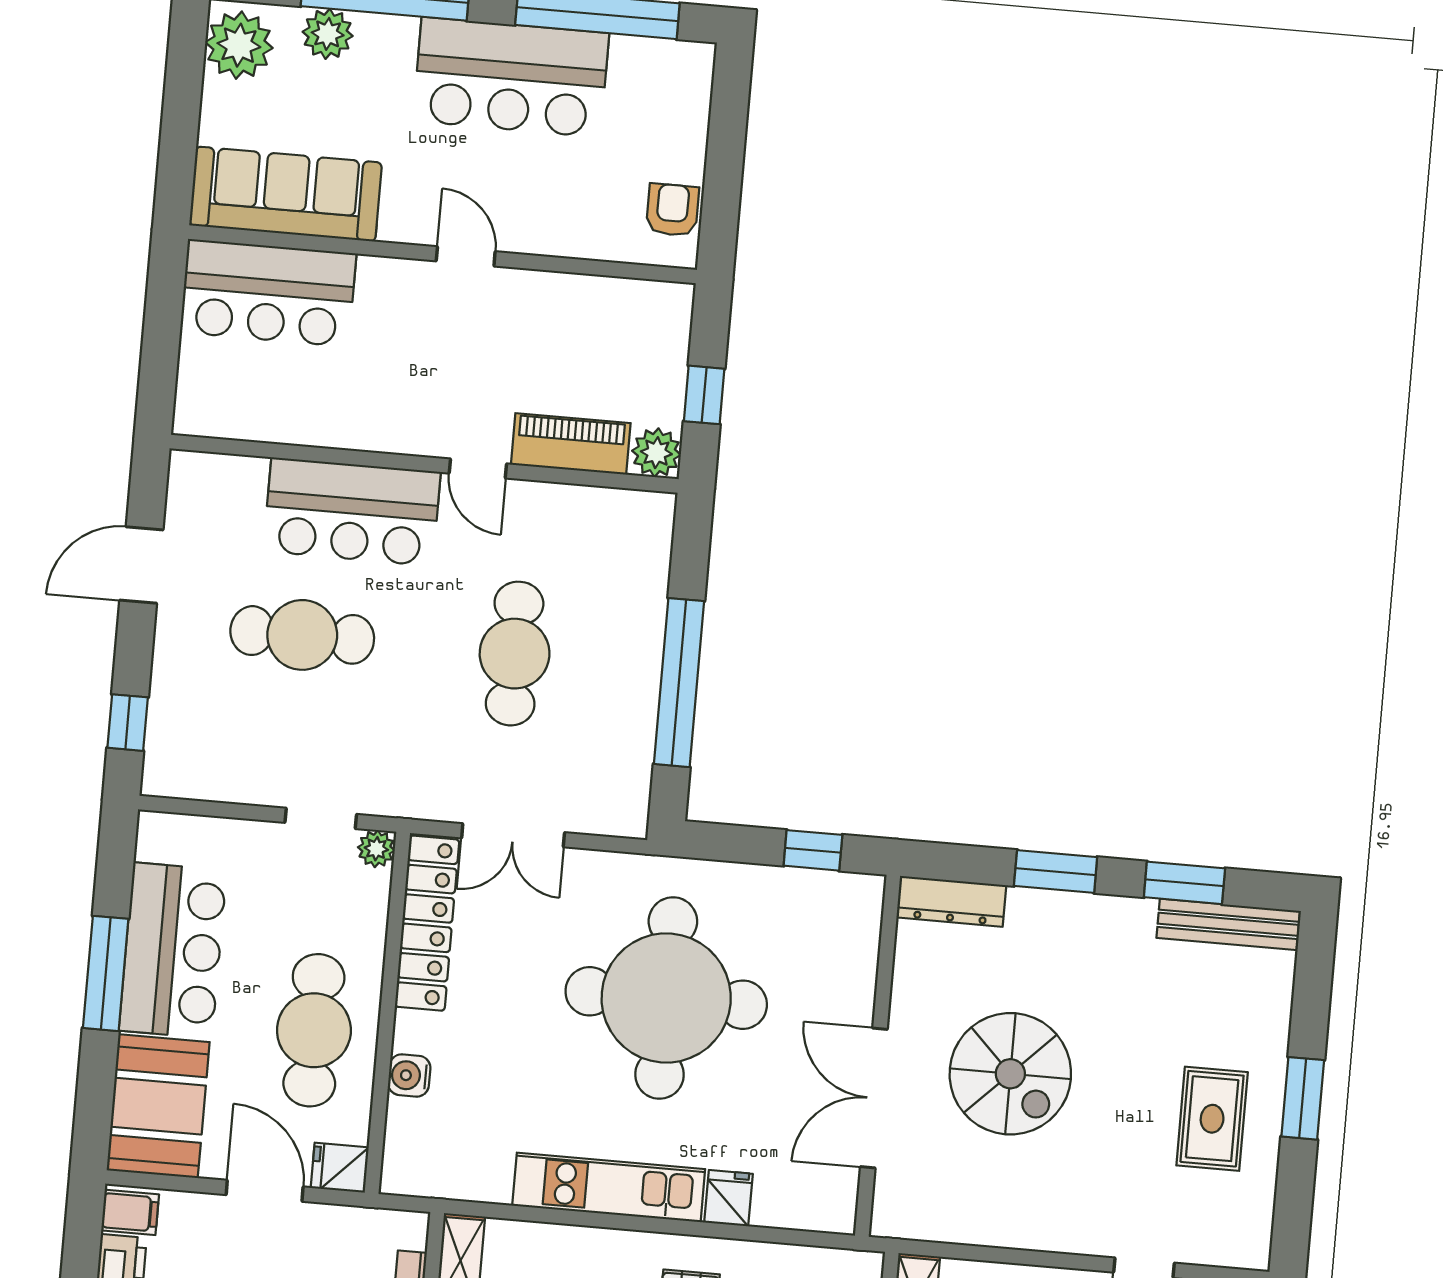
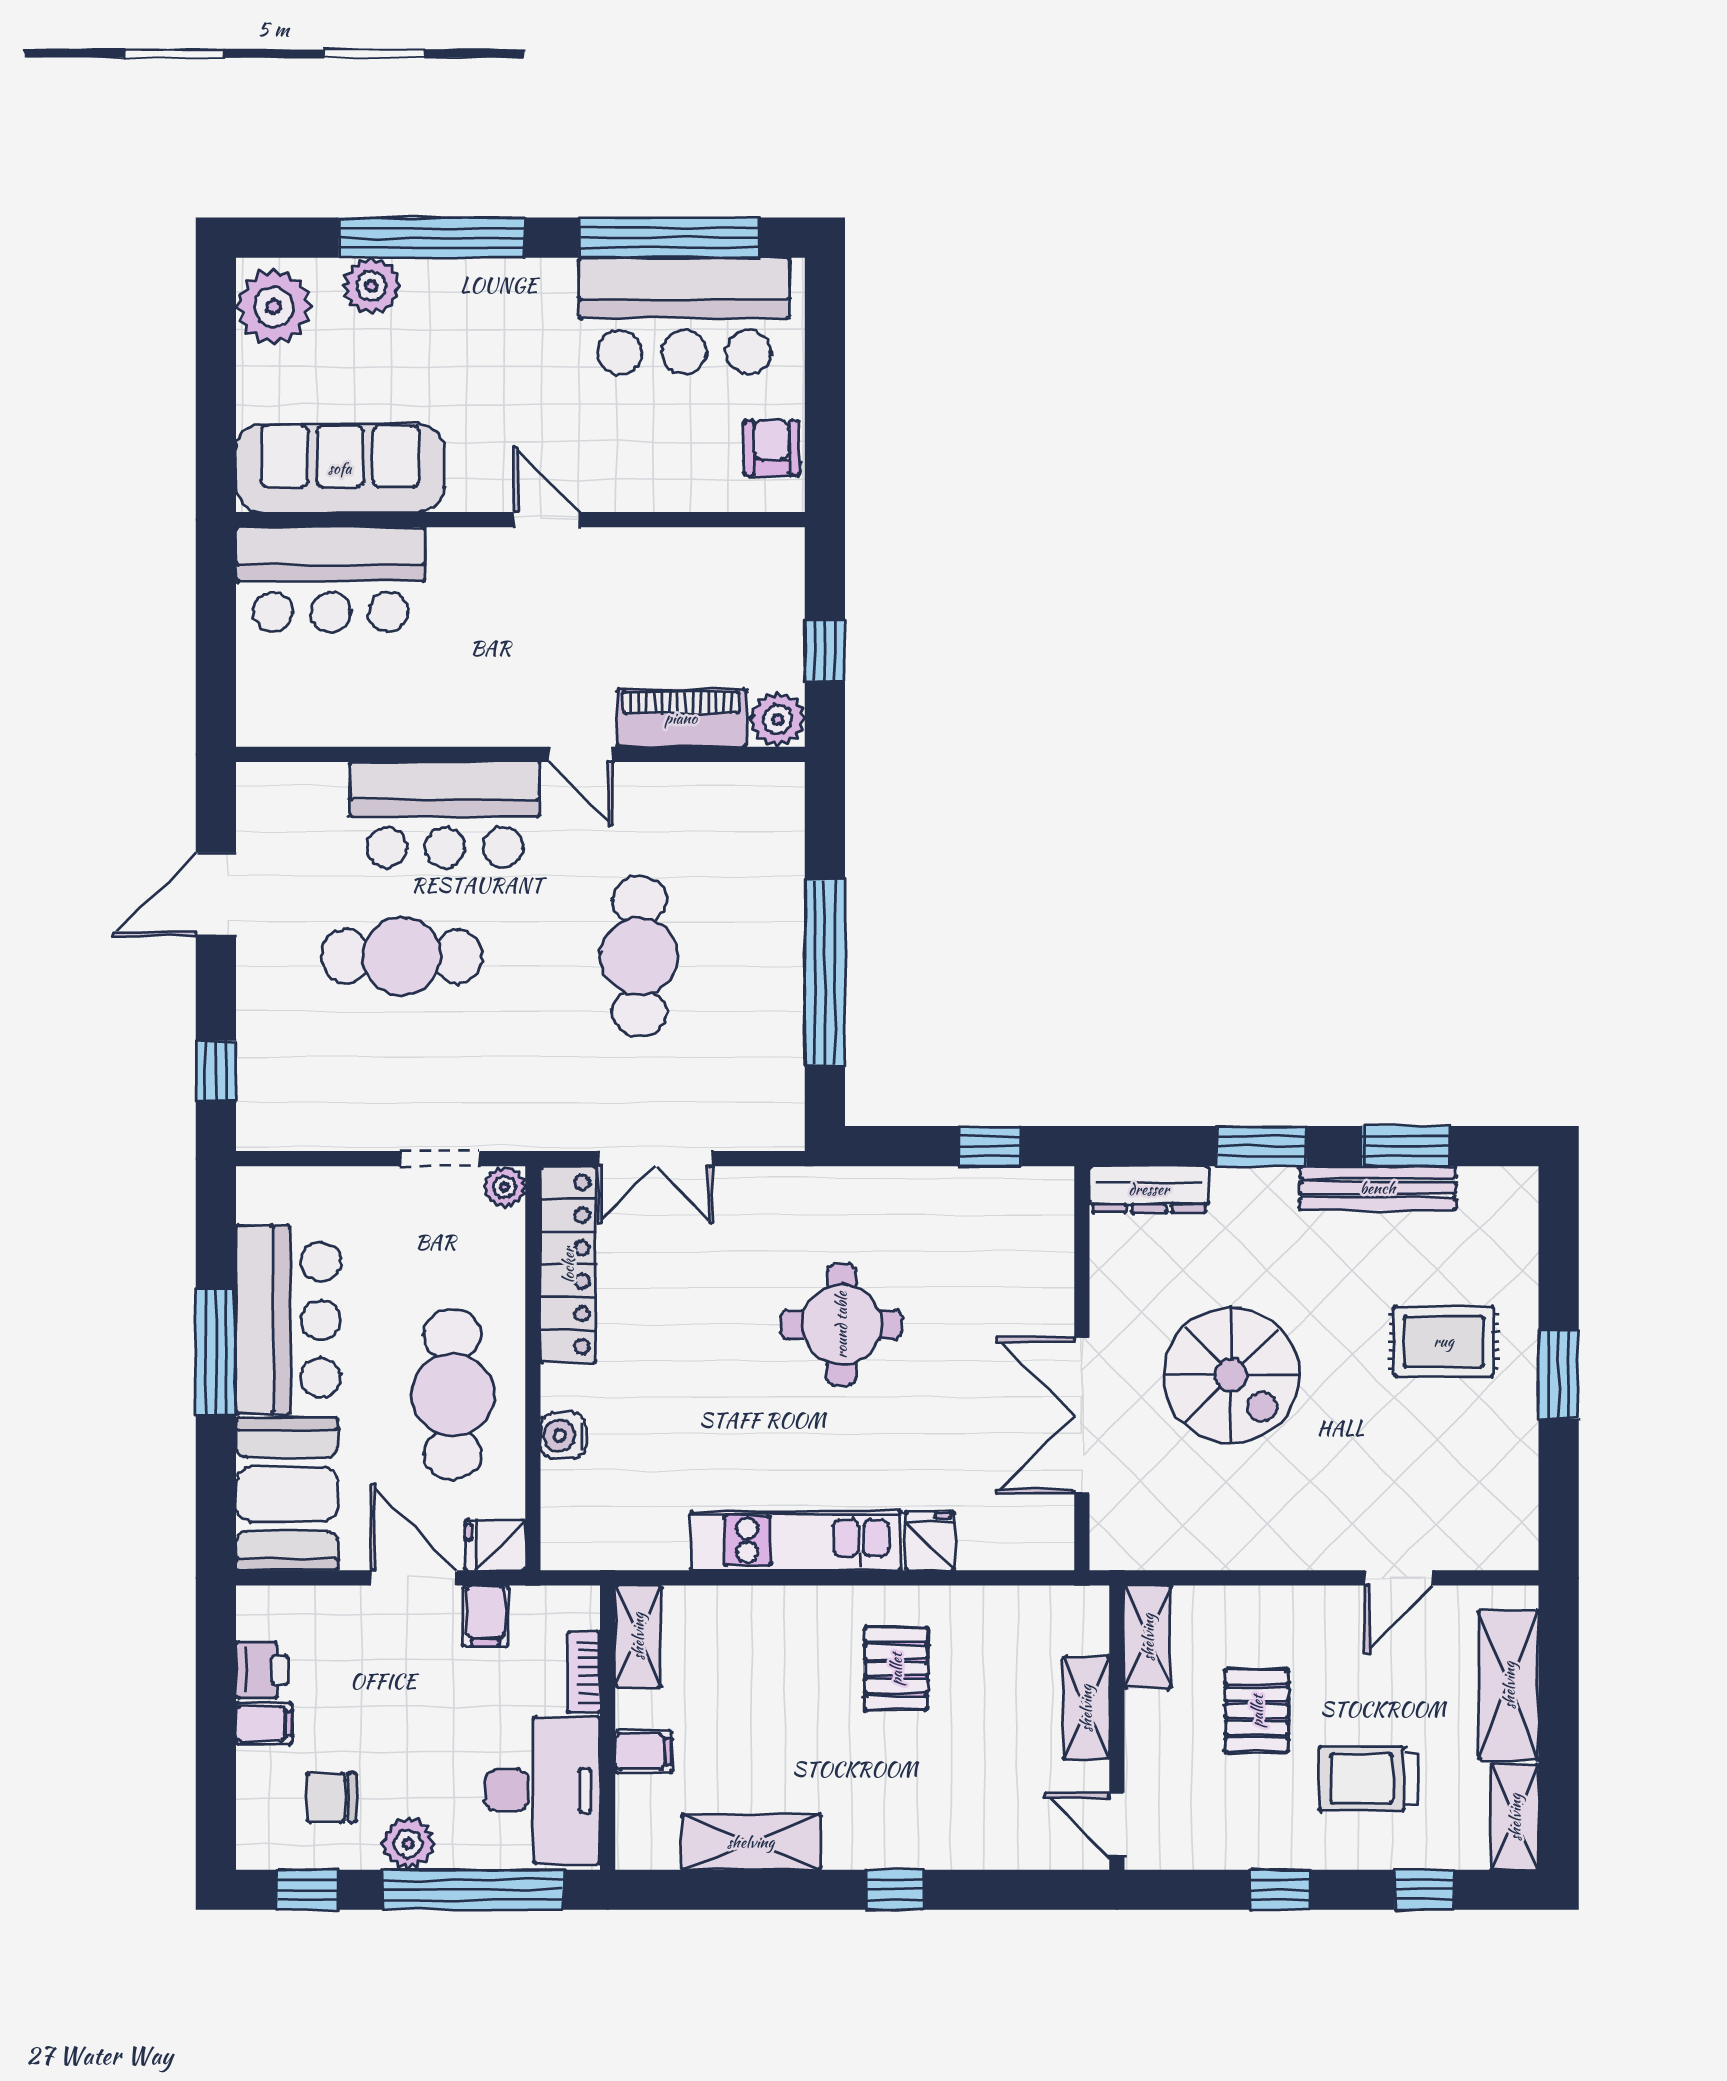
bar counter: (511, 77) -> (684, 316), moved
bench: (1228, 924) -> (1378, 1188), moved
round table: (666, 998) -> (841, 1325), width x0.54, depth x0.54
rug: (1212, 1119) -> (1444, 1341), moved, turned 90
filing cabinet: (130, 1212) -> (485, 1616), moved, turned 90

